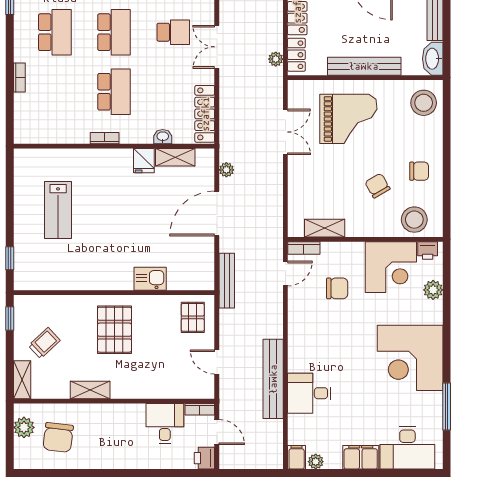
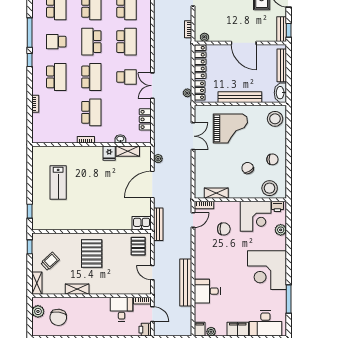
locker: (205, 114) -> (145, 119), width x0.66
kitchen sink: (150, 279) -> (142, 223), moved

